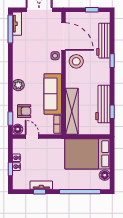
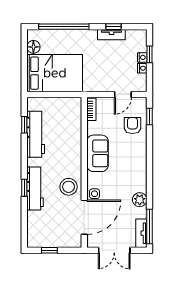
door: (63, 37) -> (84, 217), swing flipped
workbench: (103, 41) -> (35, 188), moved
plant: (18, 85) -> (140, 200), moved
sofa: (53, 94) -> (97, 153), width x0.73
armchair: (24, 111) -> (132, 126), turned 90
shelving: (72, 111) -> (74, 126), removed
floor lamp: (18, 129) -> (141, 103), removed
door: (32, 136) -> (123, 94), hinge flipped

